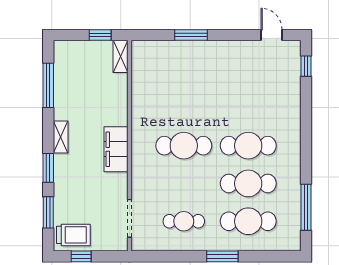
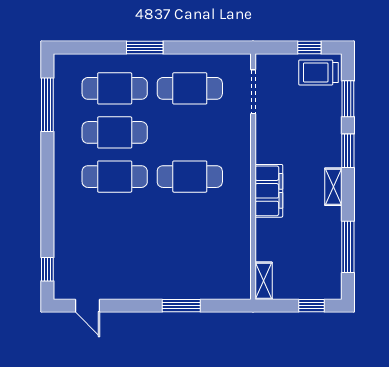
window: (100, 35) -> (312, 306), moved
filing cabinet: (116, 149) -> (269, 191), moved
cafe table: (184, 221) -> (190, 88), width x1.37, depth x1.35

